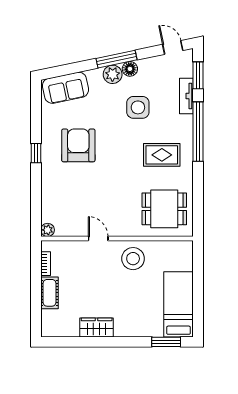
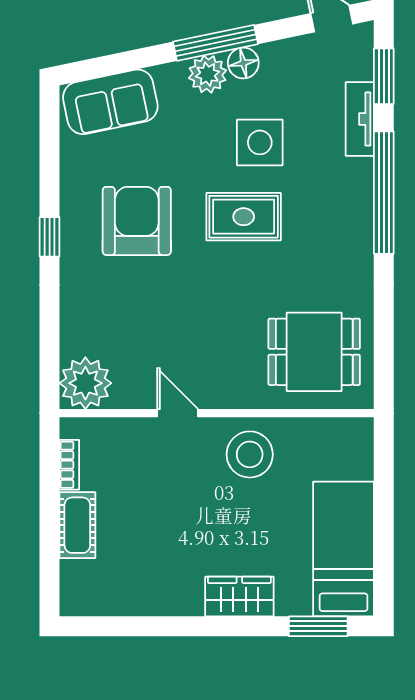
rug: (162, 155) -> (244, 217), moved
plant: (48, 230) -> (85, 383), width x1.88, depth x1.88
wardrobe: (97, 327) -> (239, 597), moved

